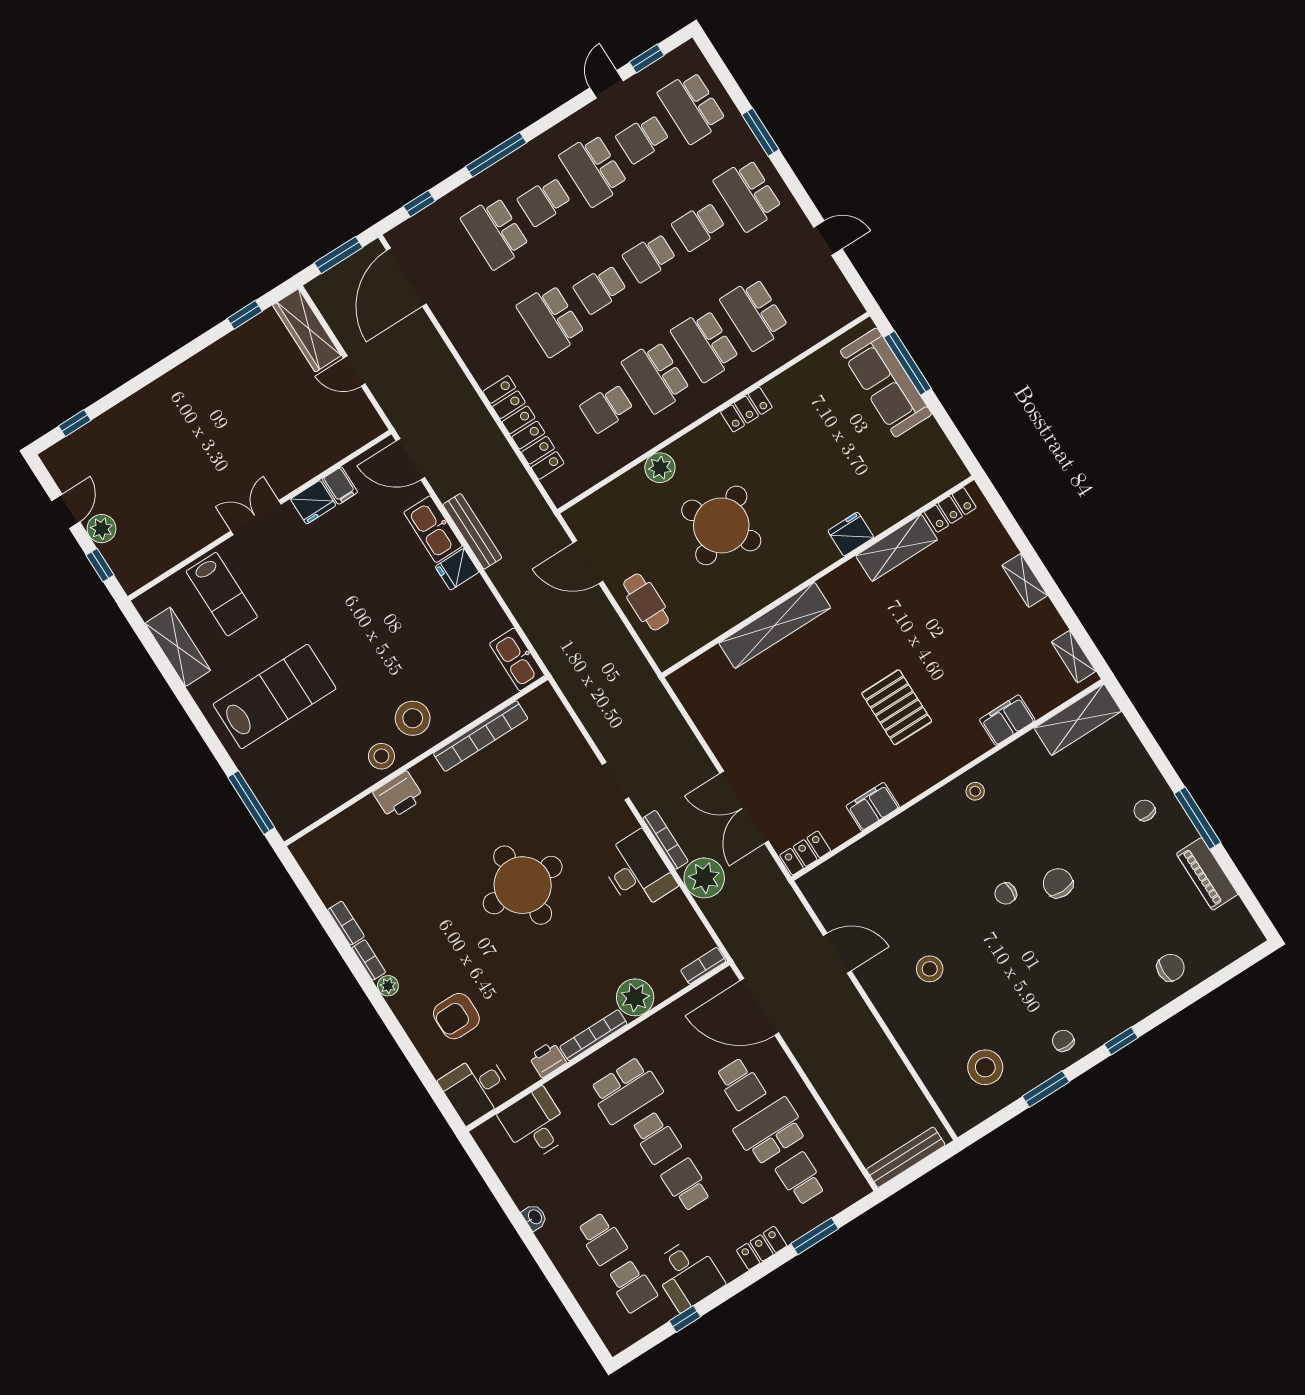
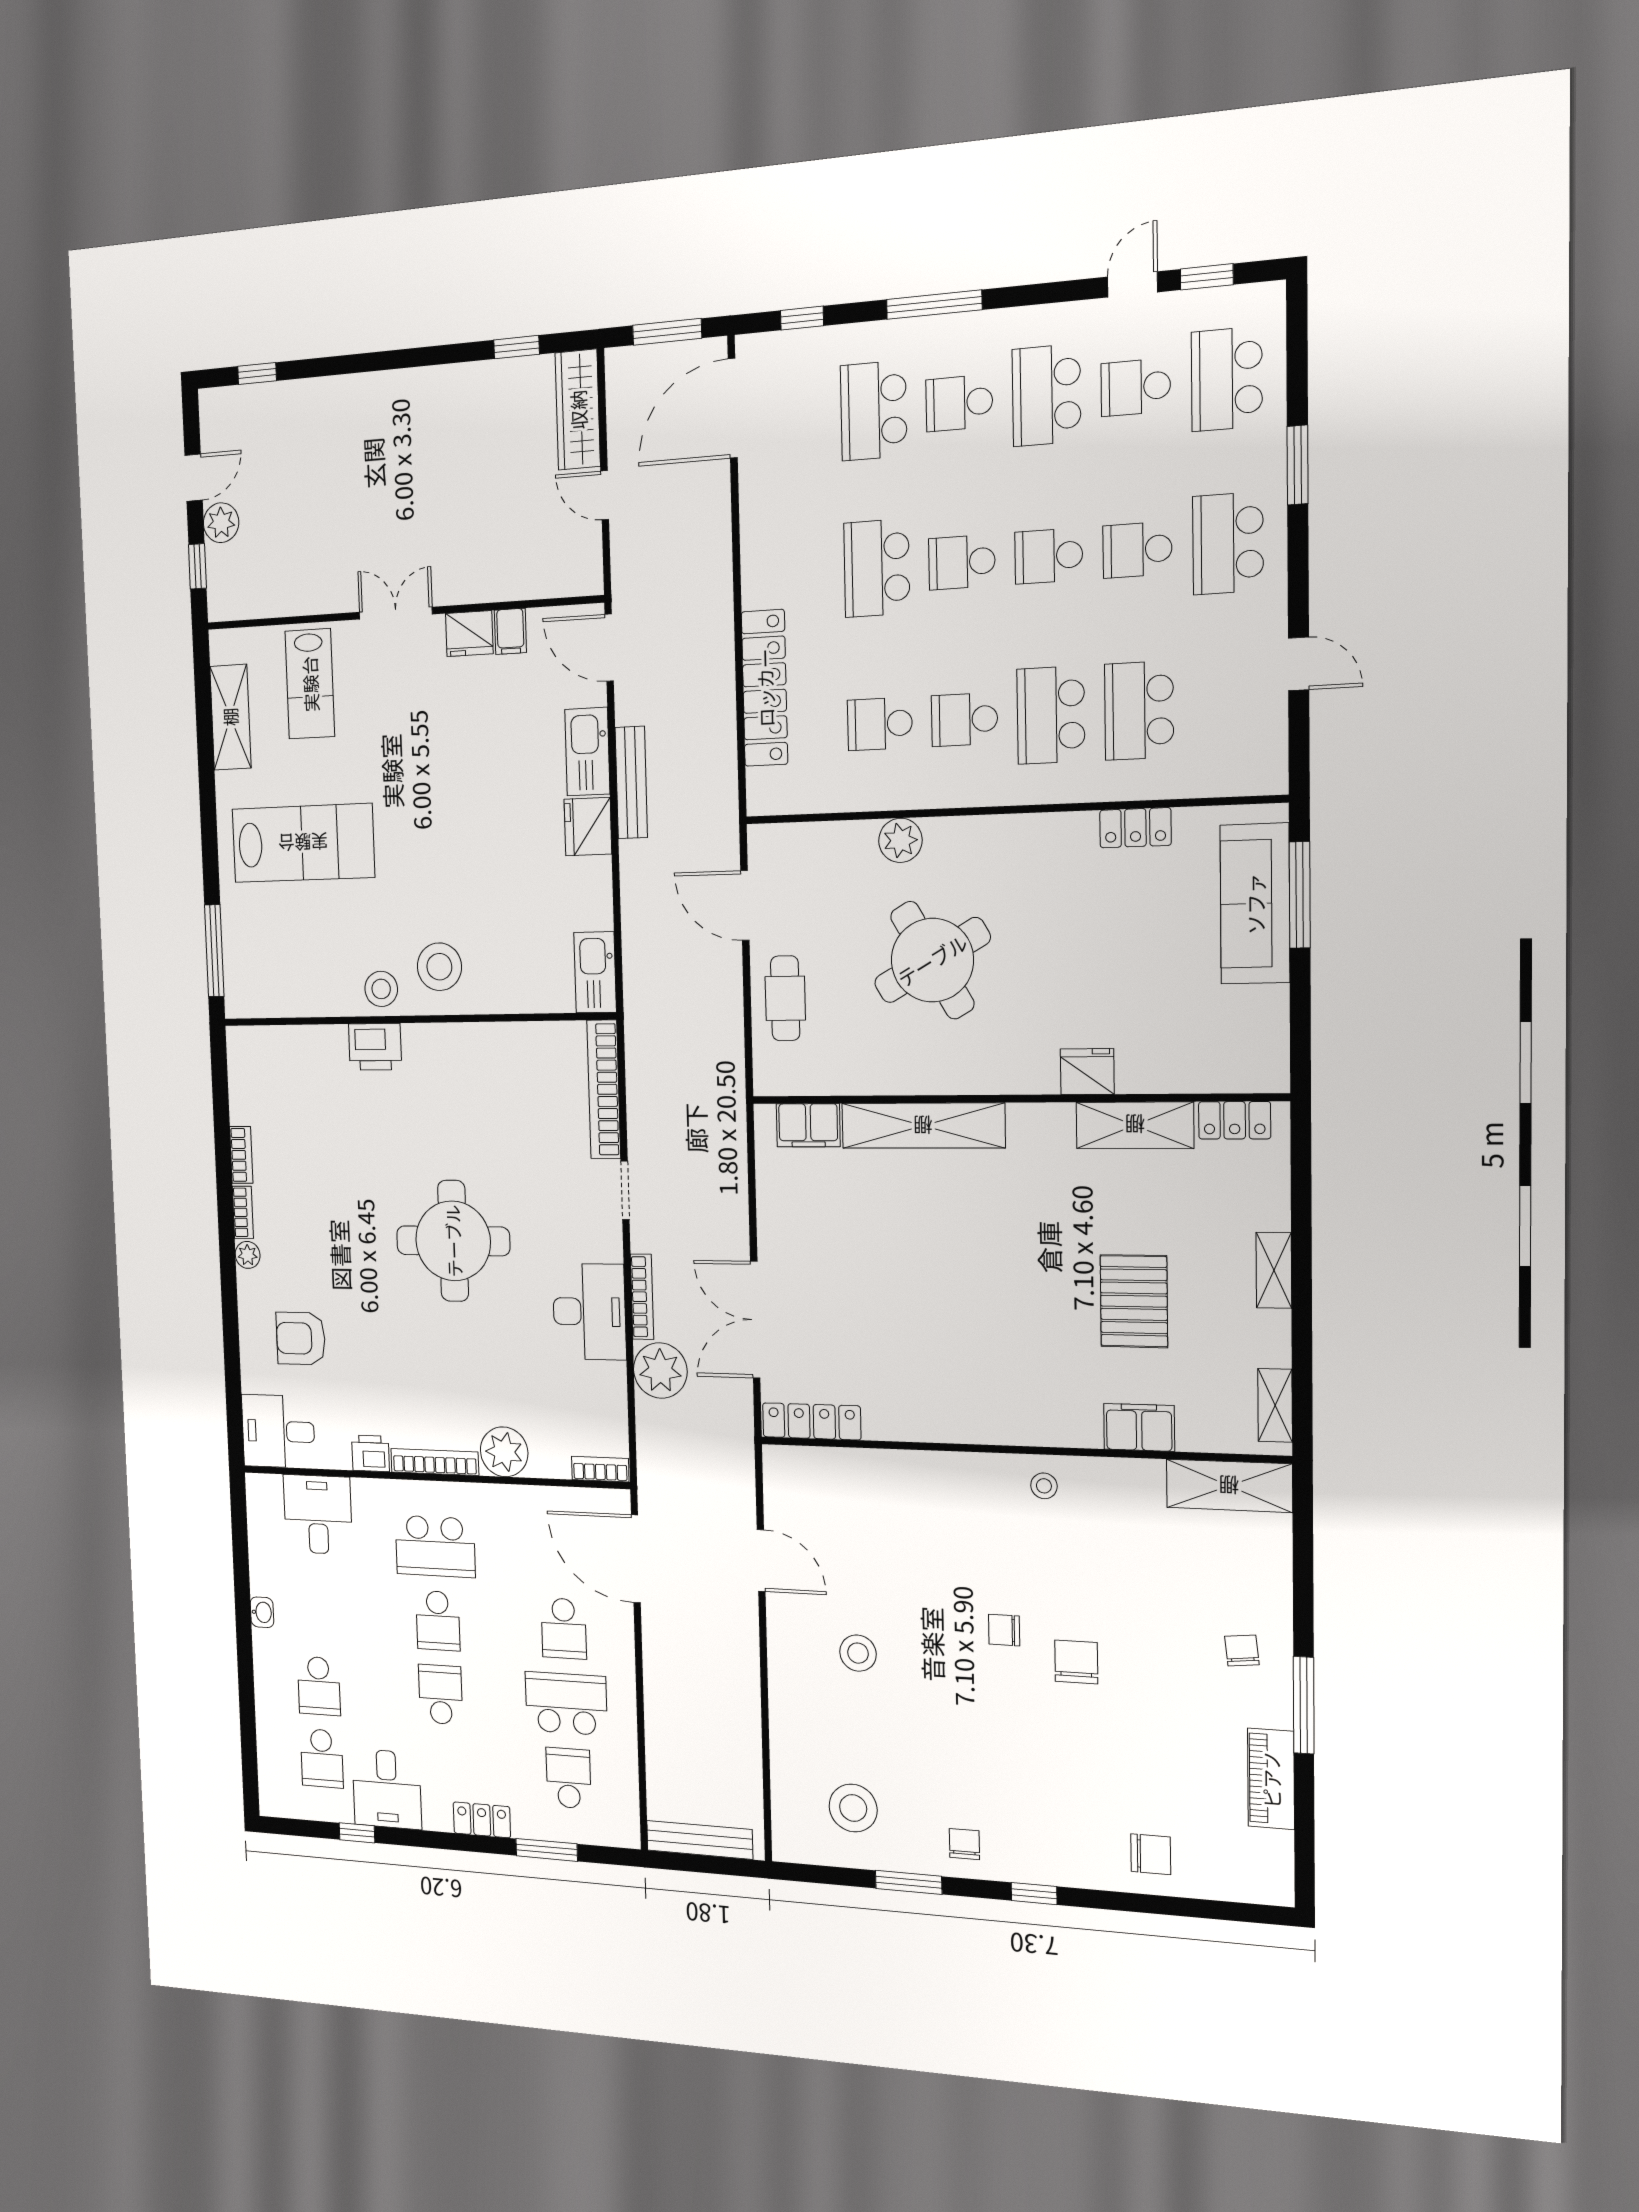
school desk: (656, 377) -> (964, 720), width x0.54
locker: (746, 410) -> (1135, 828), moved
fridge: (457, 569) -> (588, 827), width x1.38
pallet: (897, 707) -> (1134, 1301), moved
bookcase: (481, 736) -> (604, 1089), moved, turned 90
filing cabinet: (873, 807) -> (808, 1125), moved, turned 180
locker: (805, 853) -> (812, 1421), width x1.53

